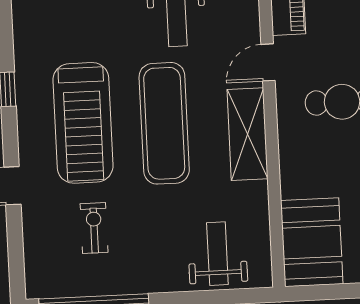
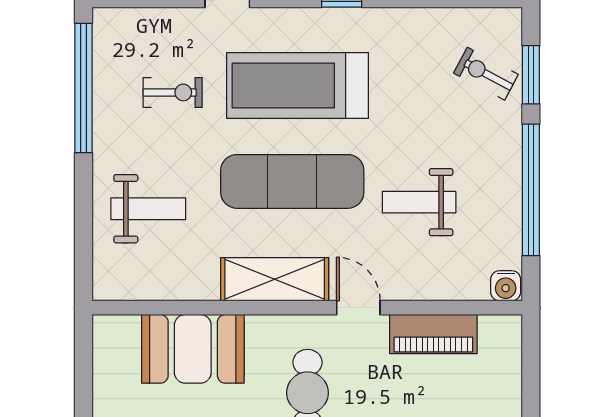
booth: (312, 242) -> (193, 349), moved
weight bench: (217, 254) -> (148, 209), moved

